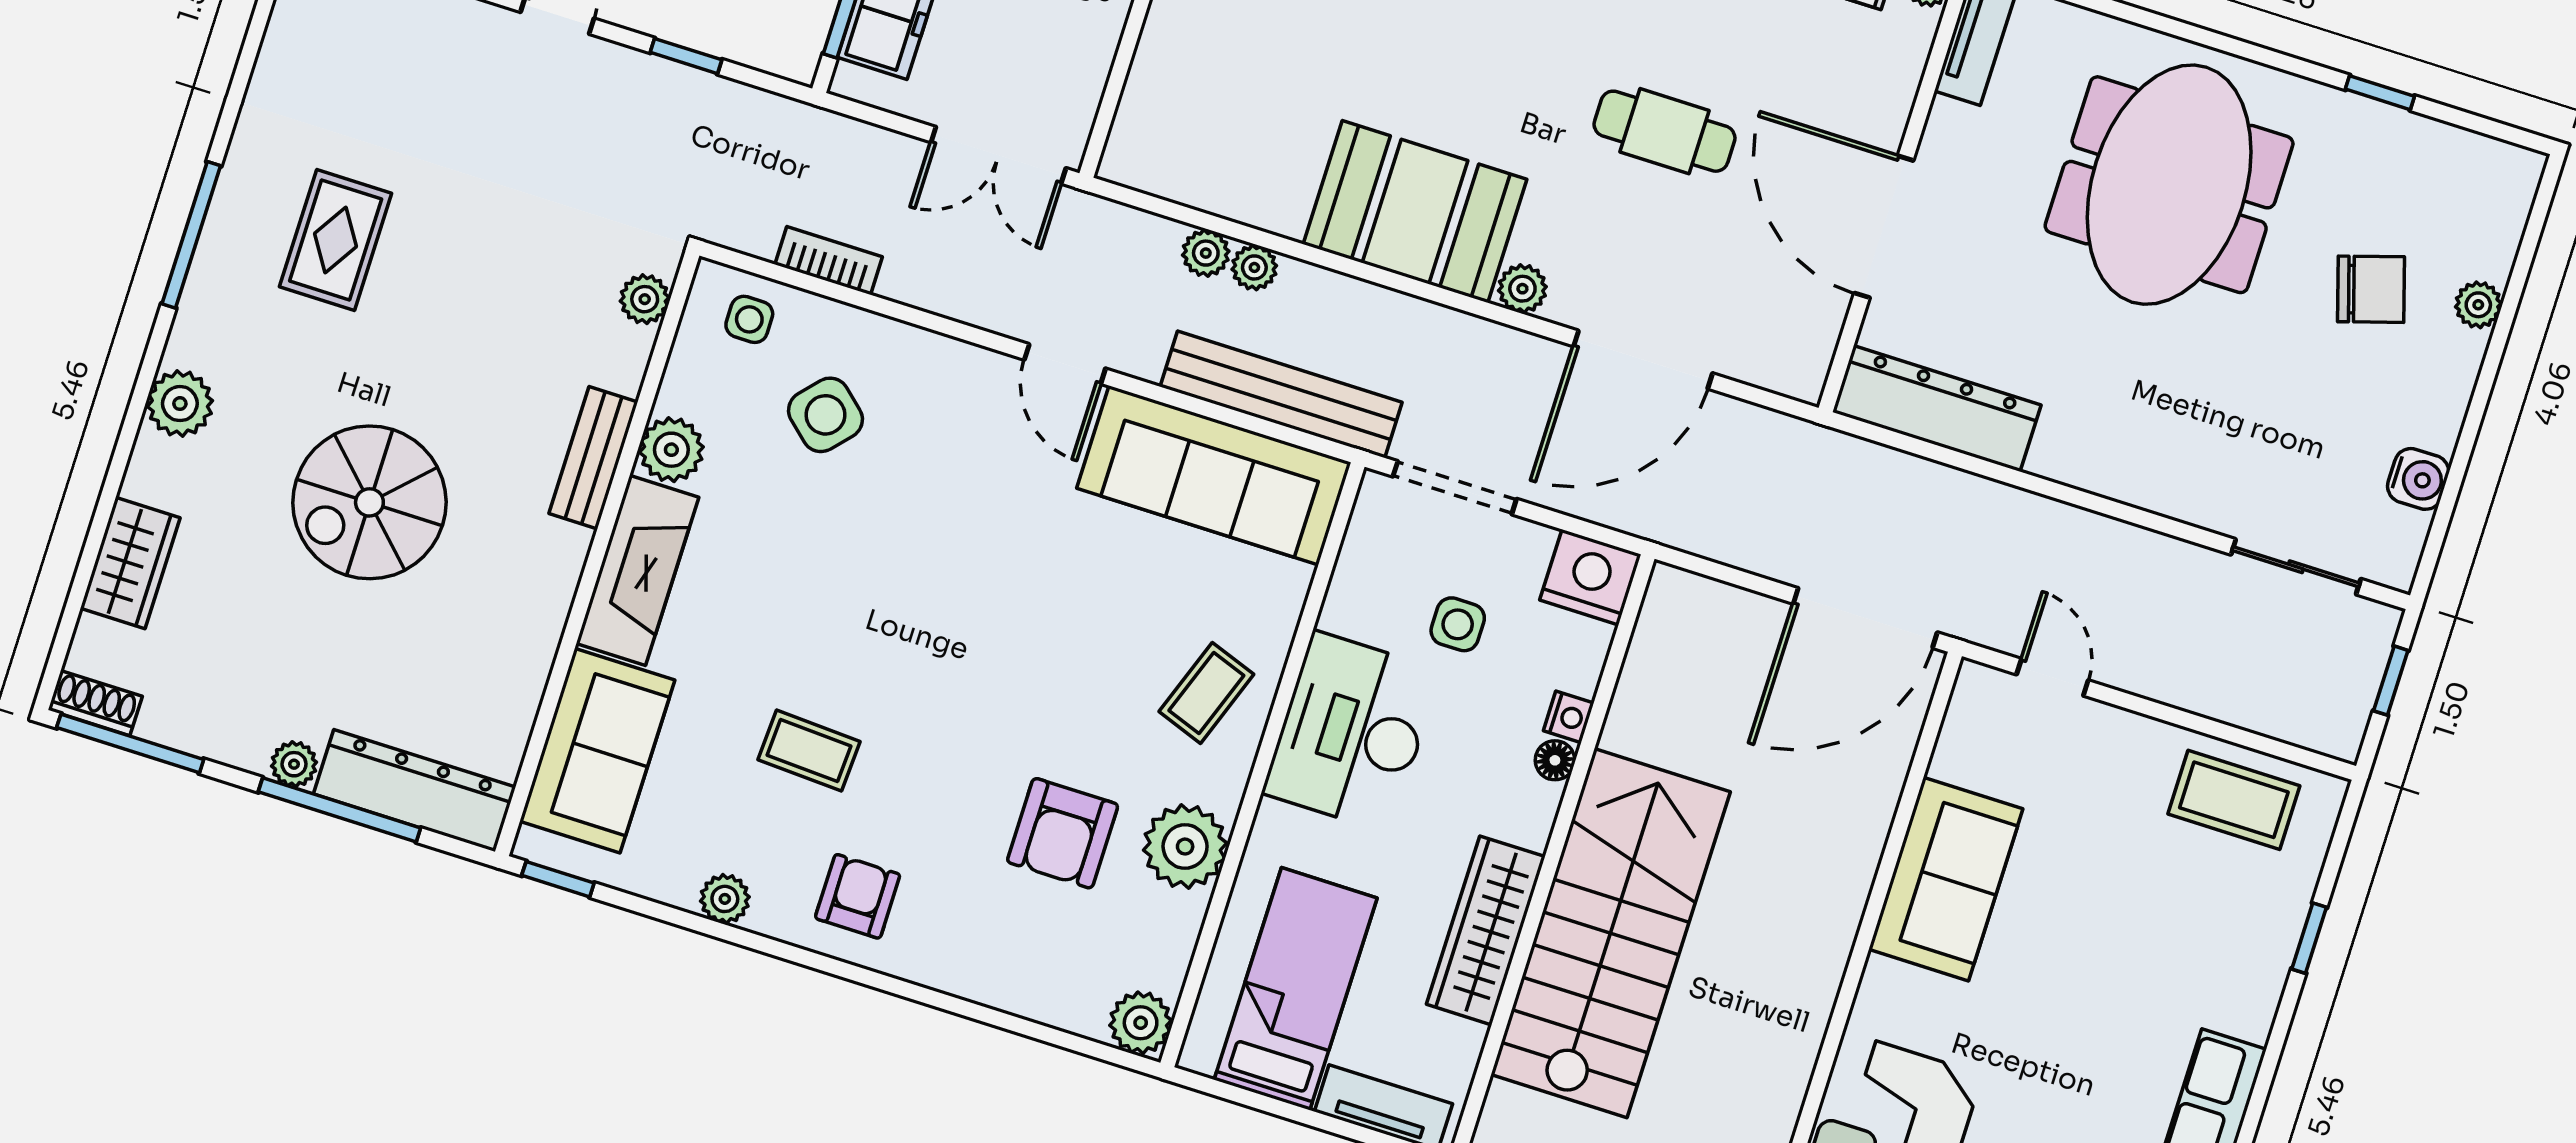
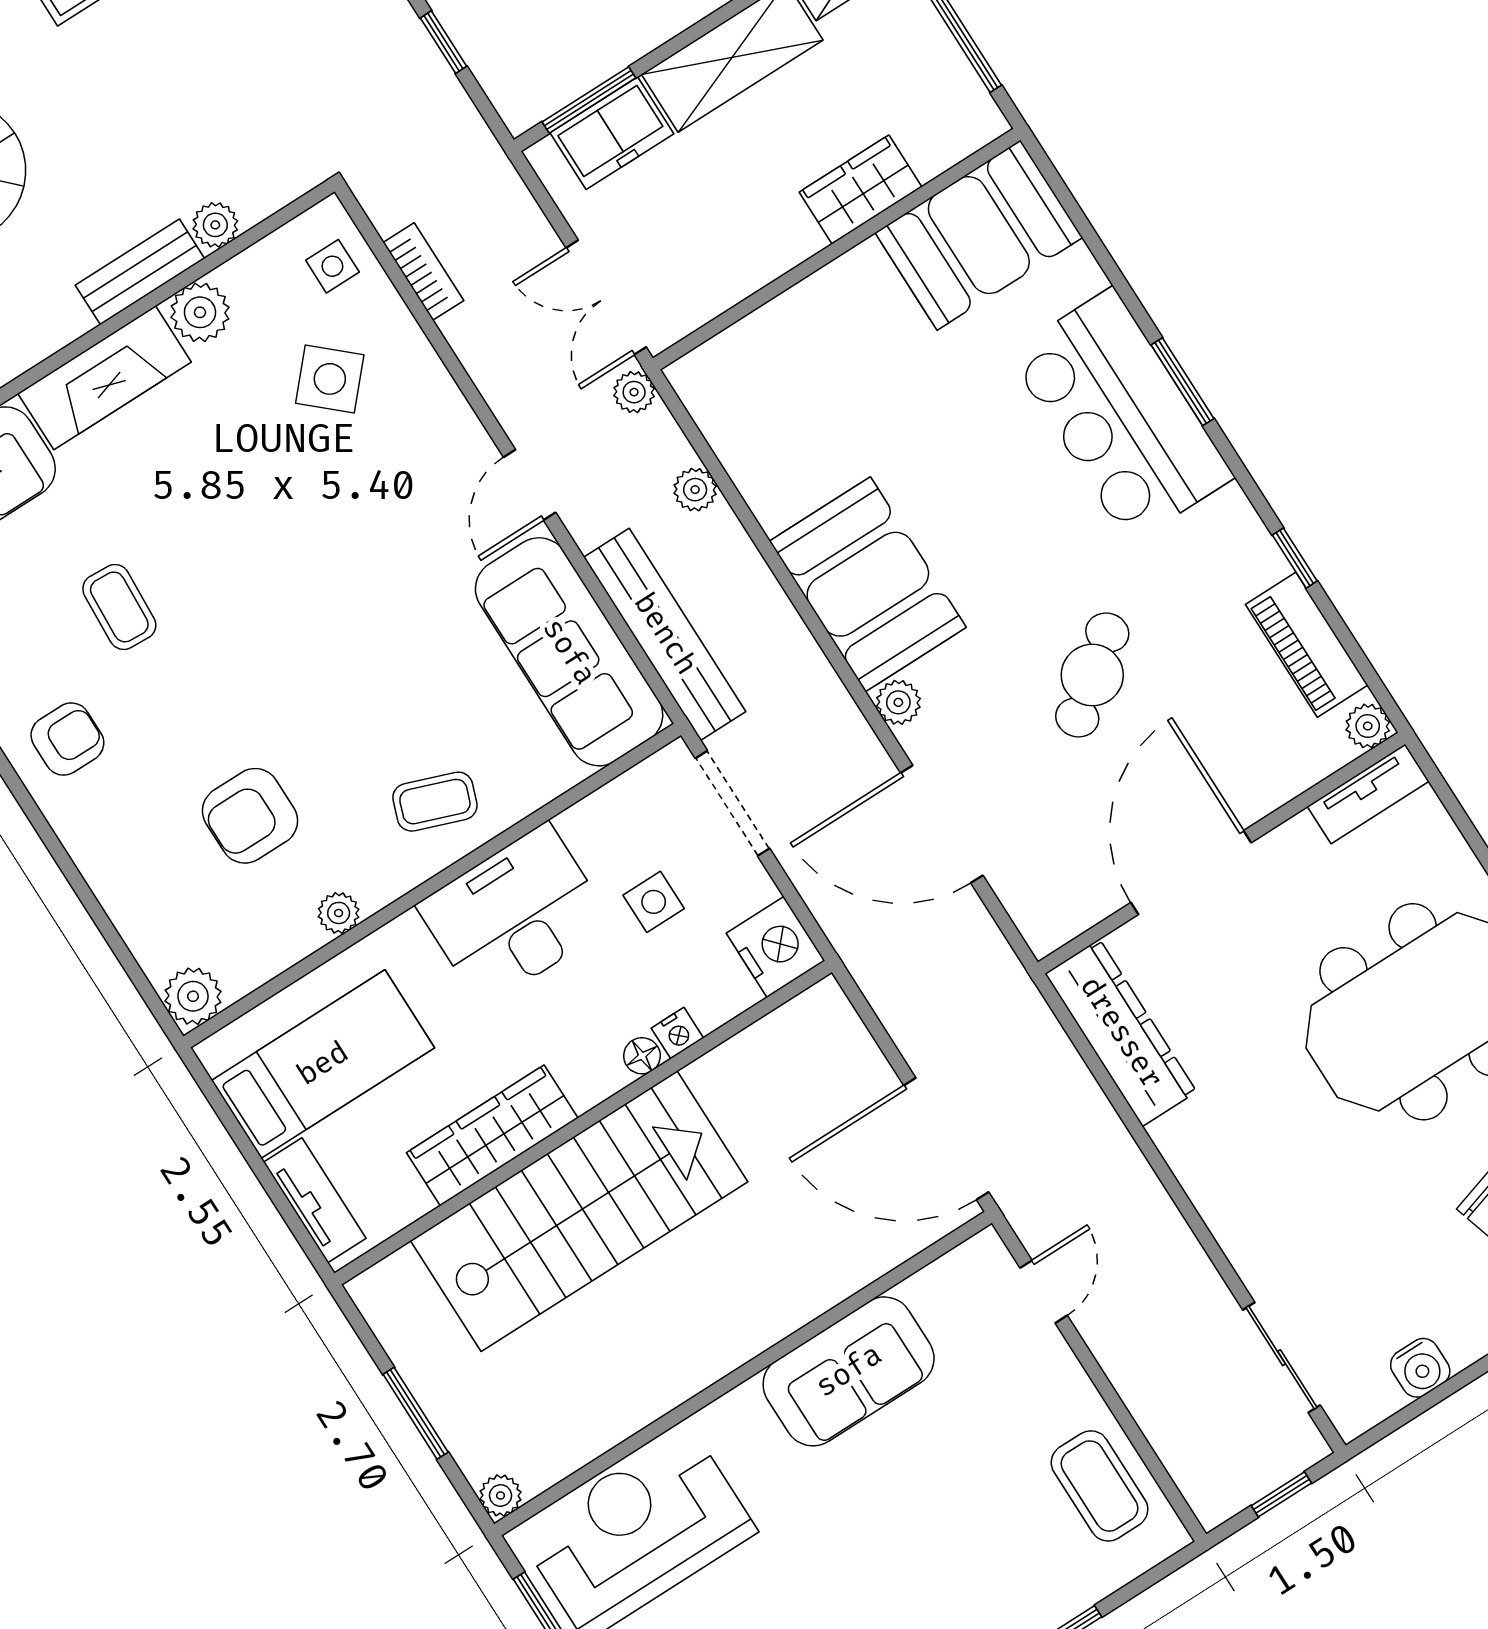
cafe table: (1665, 131) -> (1092, 675), turned 52
plant: (1254, 267) -> (634, 392), moved
plant: (645, 299) -> (215, 225), moved
plant: (1185, 847) -> (339, 913), width x0.53, depth x0.53

